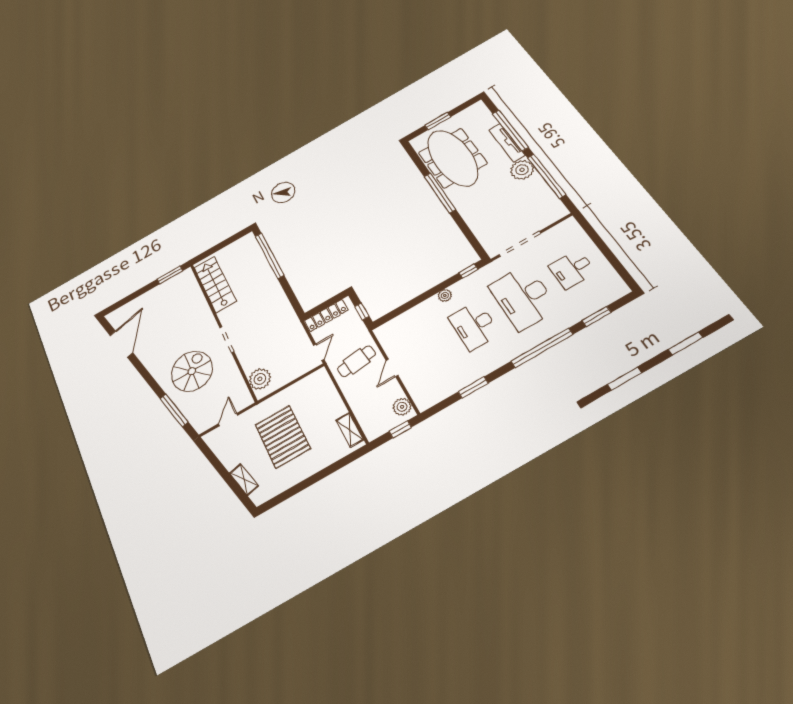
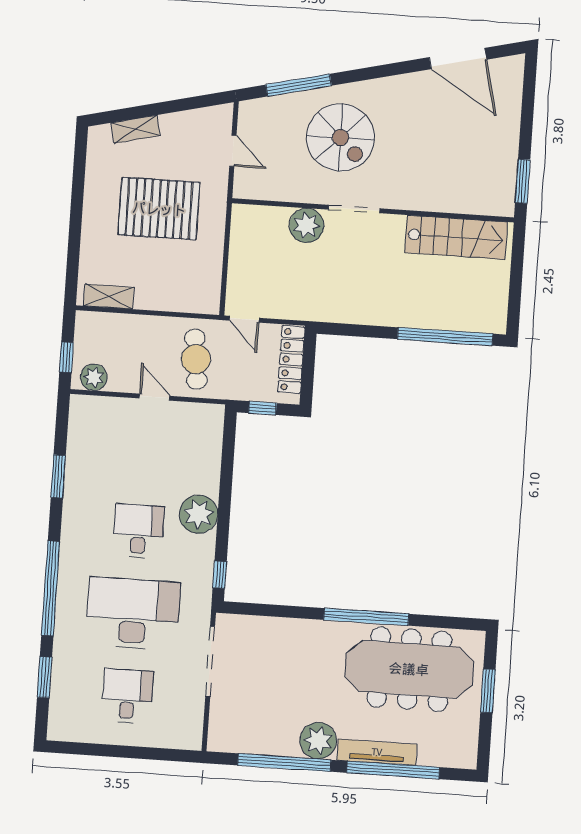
plant: (445, 295) -> (199, 514), width x1.88, depth x1.88
desk: (474, 325) -> (139, 531), width x0.73
plant: (260, 379) -> (307, 225), moved

